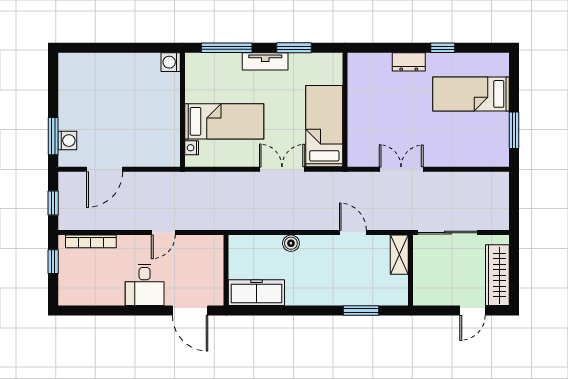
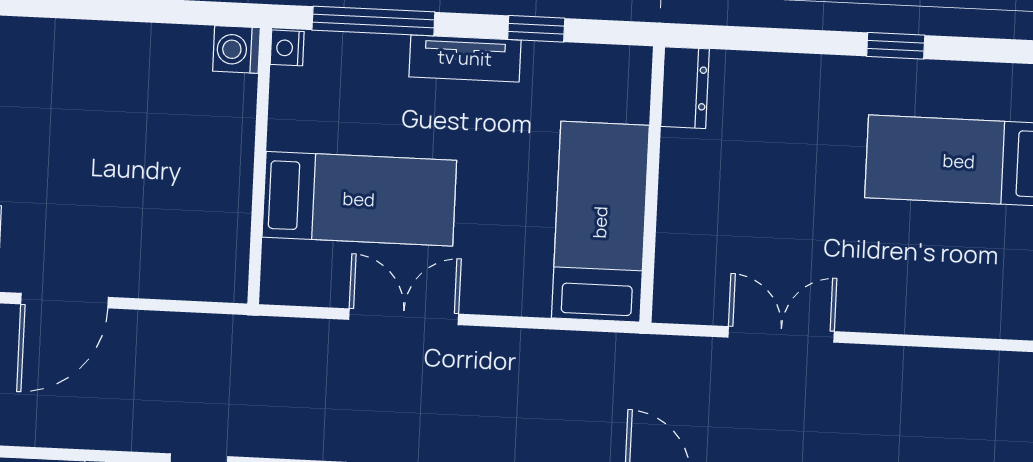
window: (294, 48) -> (536, 29), width x0.67
dresser: (409, 62) -> (685, 88), moved, turned -90
nightstand: (192, 148) -> (287, 48), moved
double door: (282, 169) -> (404, 317), moved

